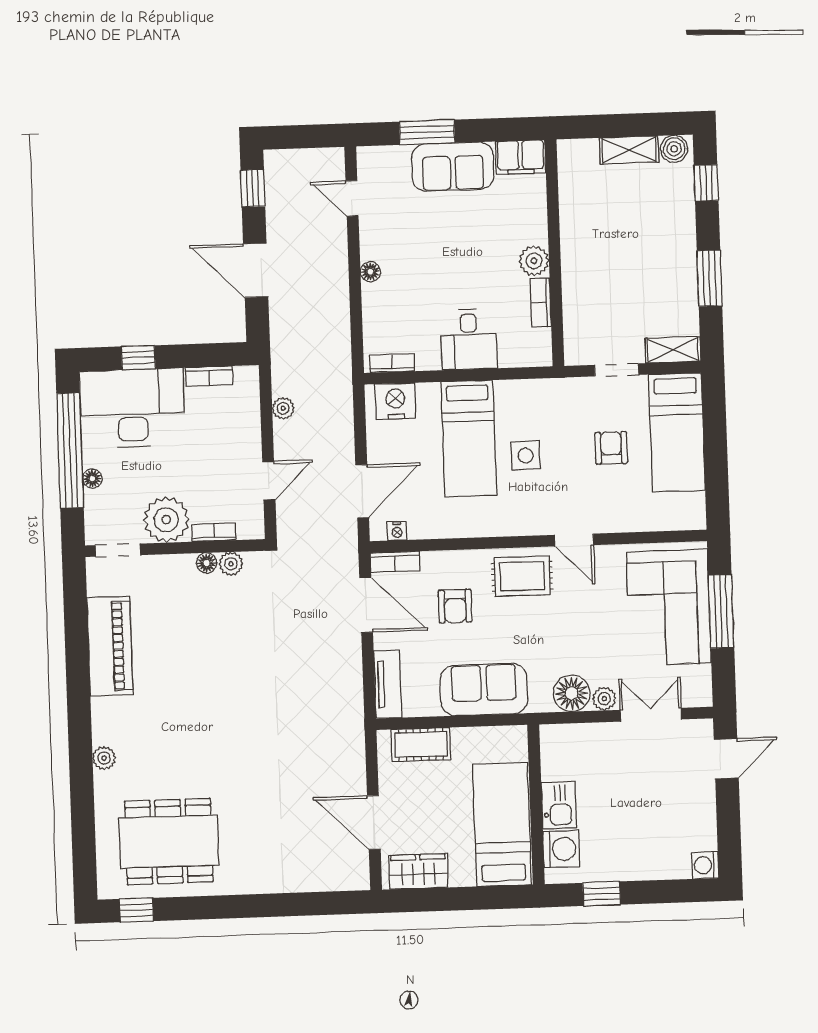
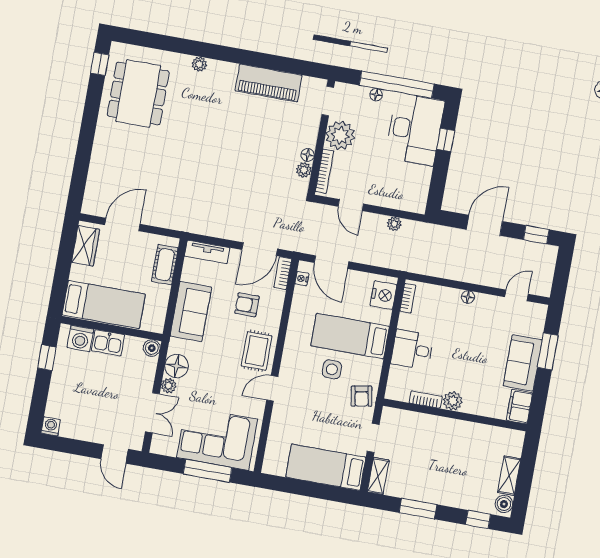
bookcase: (209, 376) -> (424, 182), removed
armchair: (611, 448) -> (362, 396), moved, turned 80
bookcase: (214, 532) -> (325, 171), width x1.56
boiler: (552, 737) -> (152, 348), added

